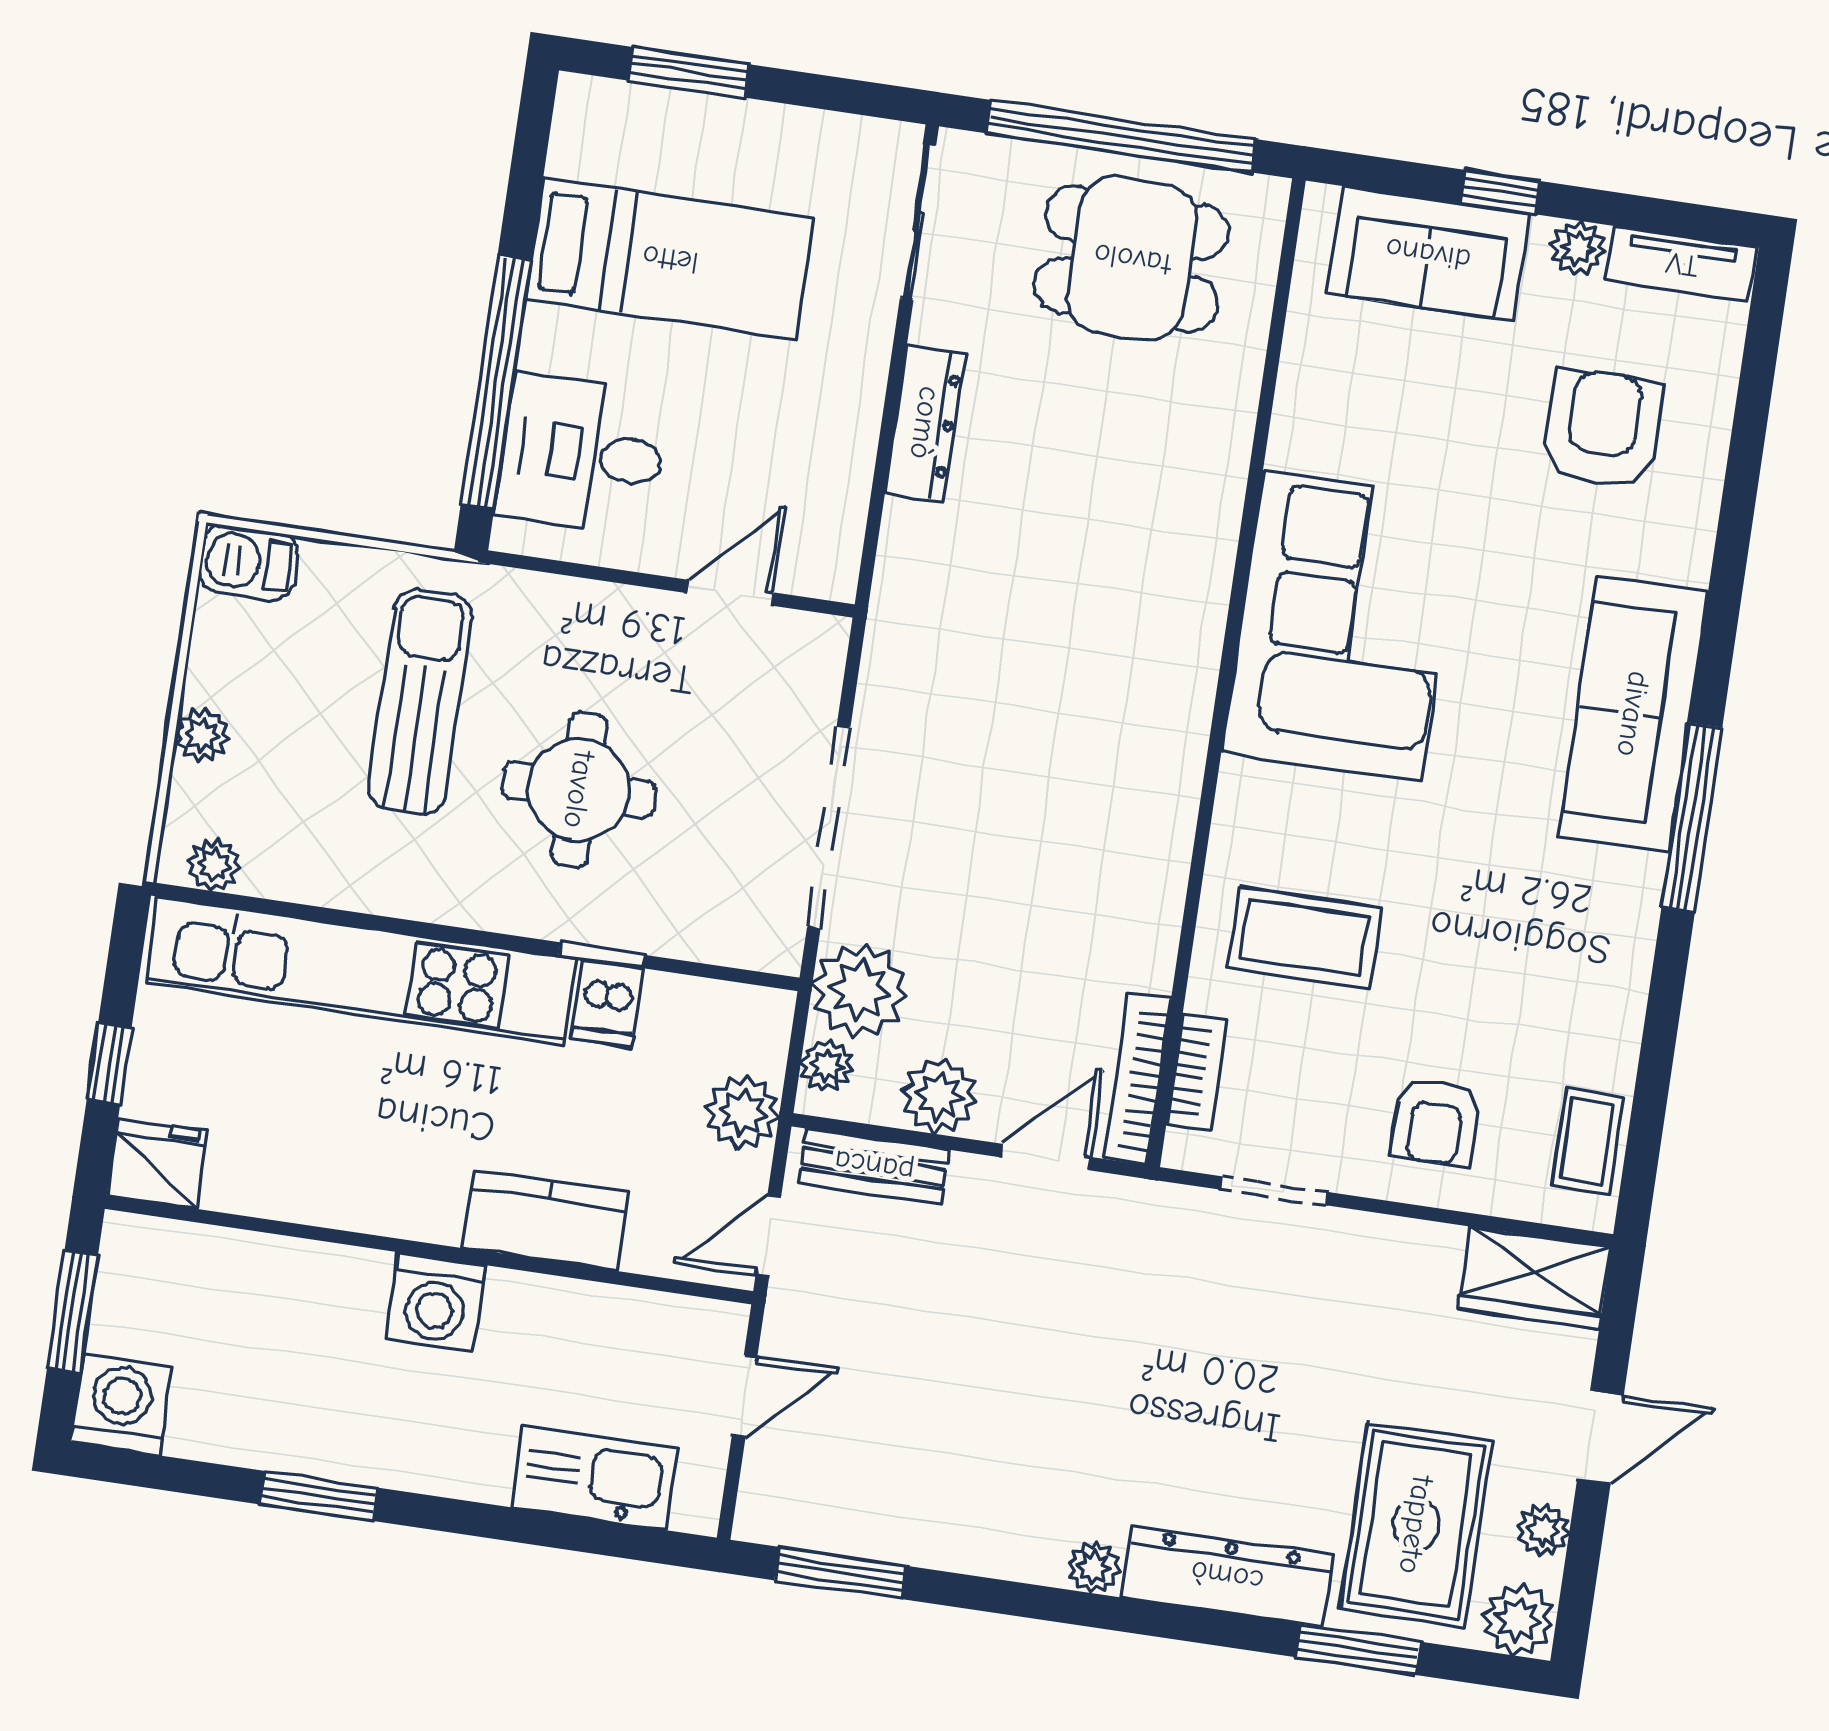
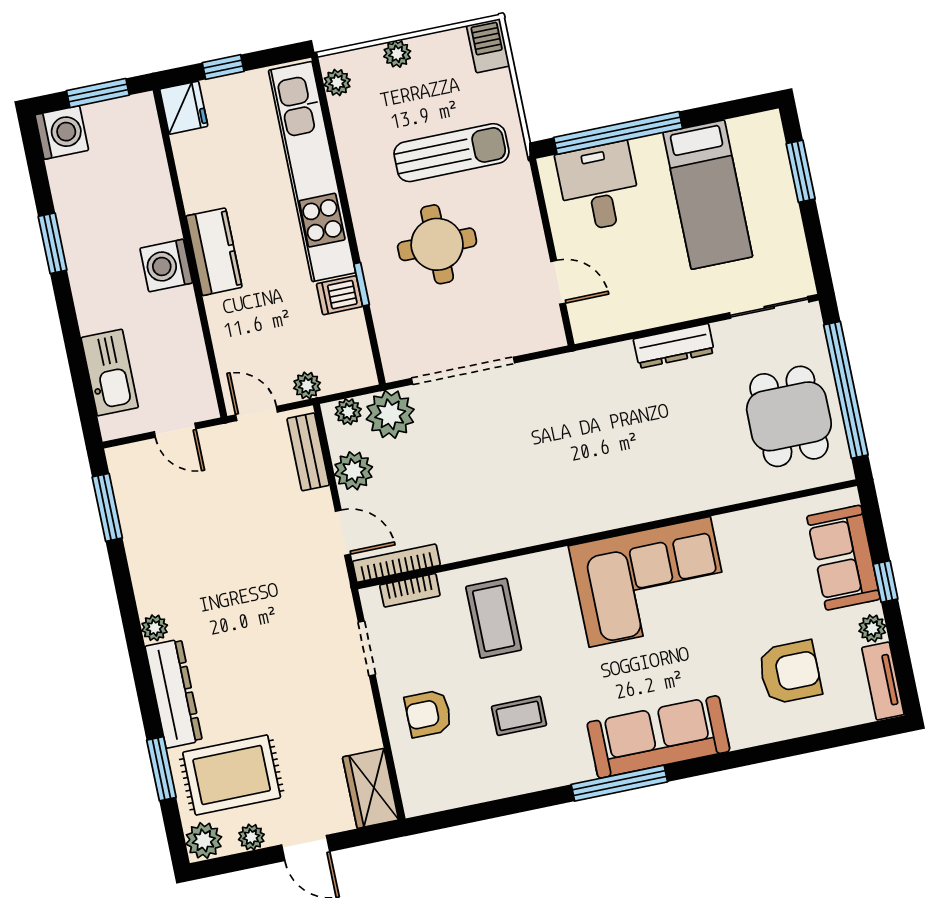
plant: (742, 1112) -> (307, 385), width x0.73, depth x0.73
coffee table: (1587, 1141) -> (519, 716), moved
kitchen counter: (545, 1220) -> (214, 252), moved

